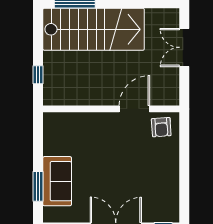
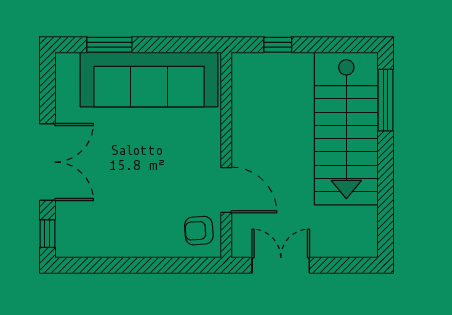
double door: (184, 47) -> (281, 265), moved
sofa: (57, 181) -> (149, 79), width x1.85, depth x1.27

